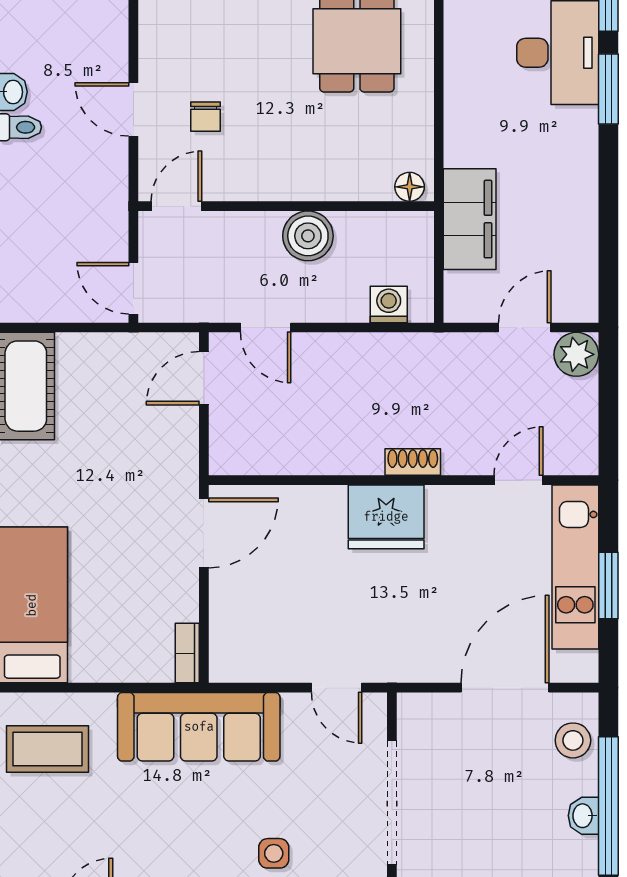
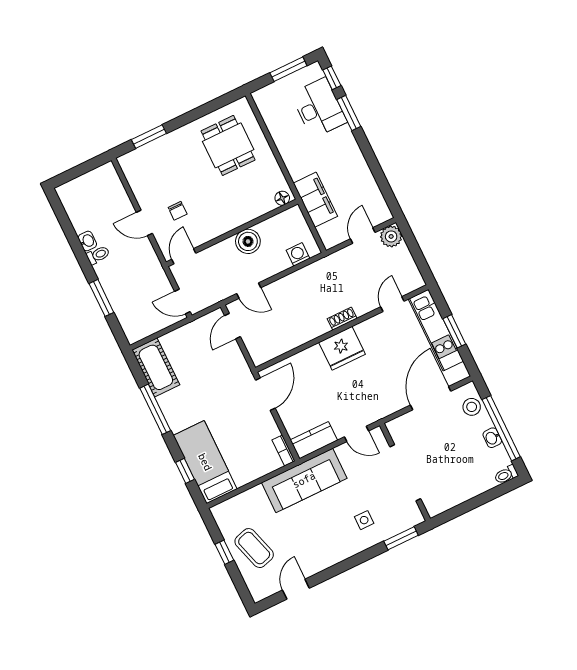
kitchen counter: (252, 661) -> (314, 440), added
coffee table: (48, 749) -> (254, 548), moved, turned 73

